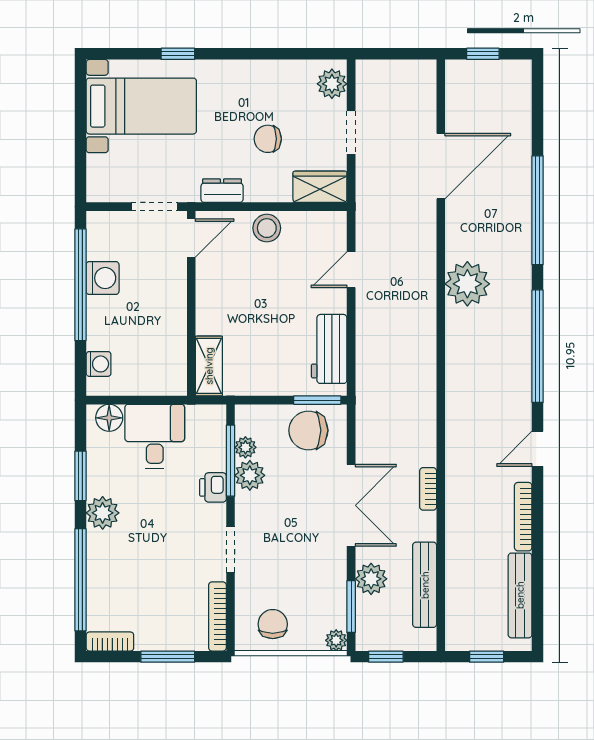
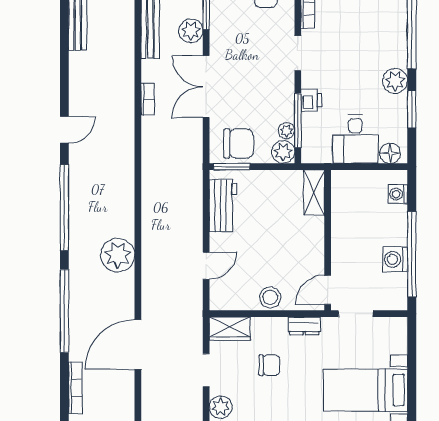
plant: (250, 475) -> (283, 152), moved
bookcase: (523, 517) -> (75, 388), moved

